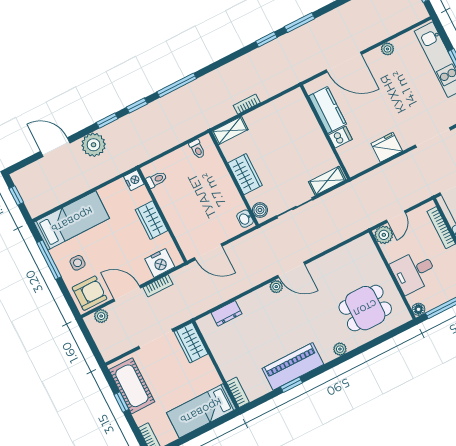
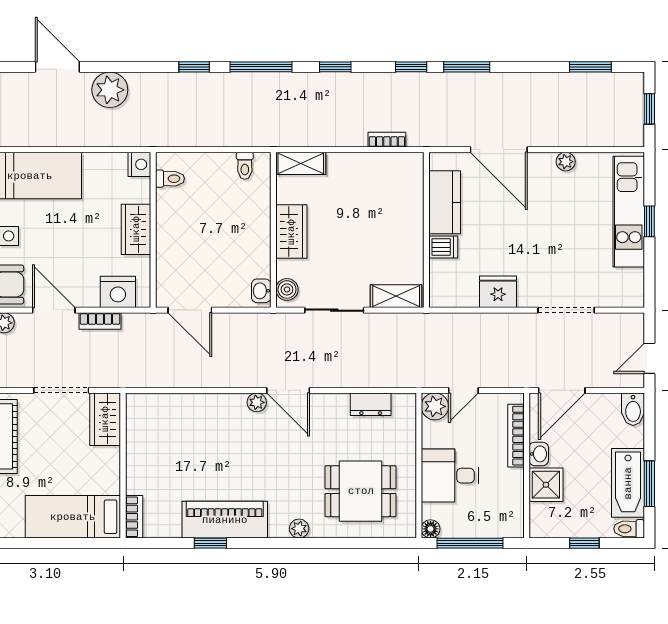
bookcase: (247, 104) -> (387, 140), moved
window: (107, 121) -> (335, 67), moved
dresser: (227, 313) -> (371, 404), moved

